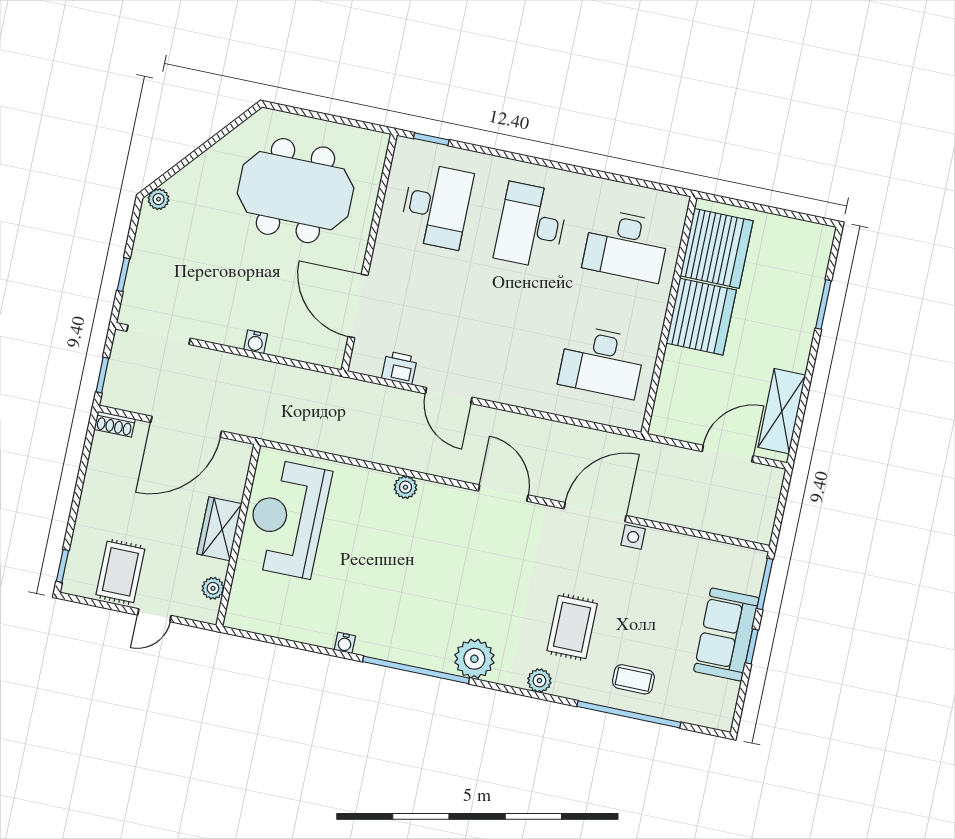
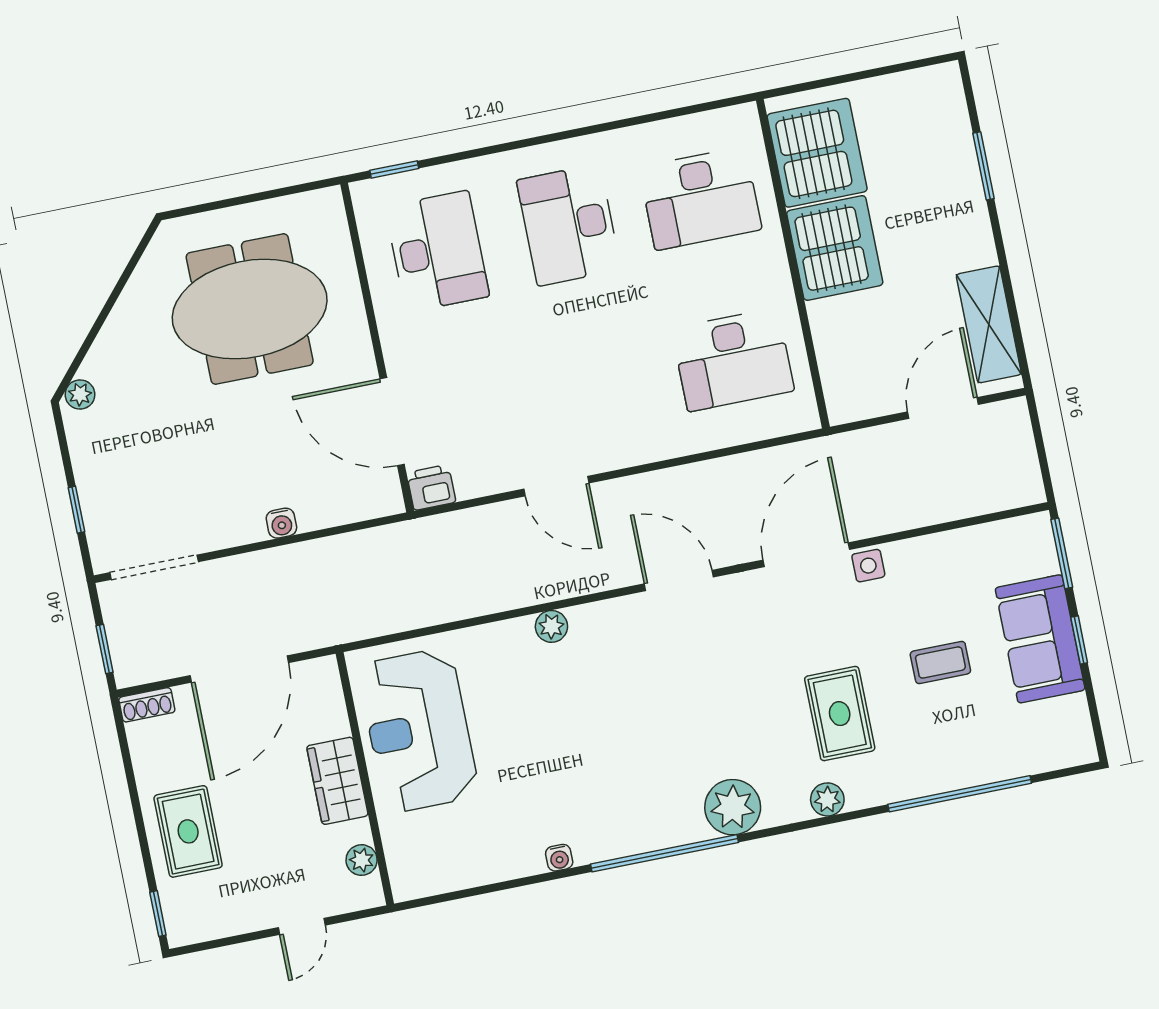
printer: (399, 368) -> (431, 487), moved
rug: (120, 572) -> (188, 831), moved
coffee table: (633, 679) -> (940, 662), moved

